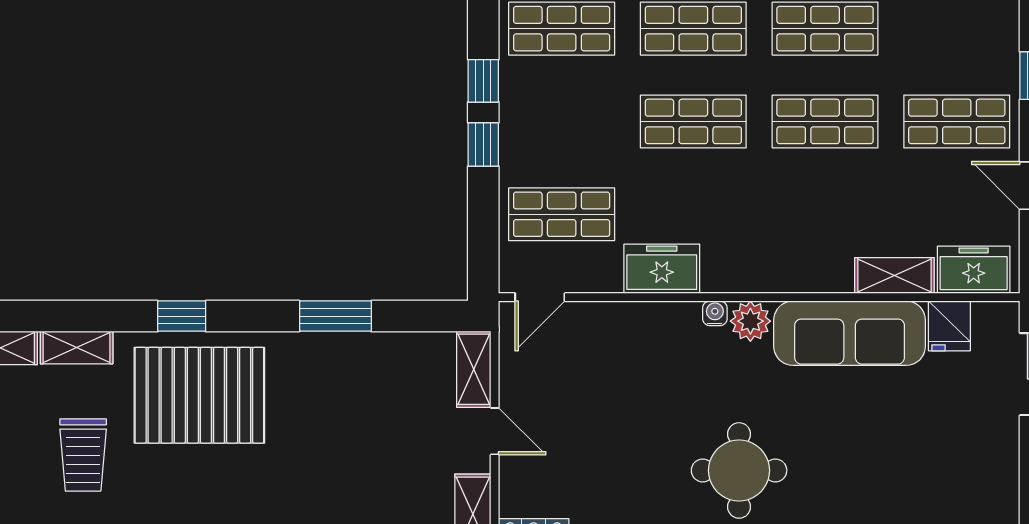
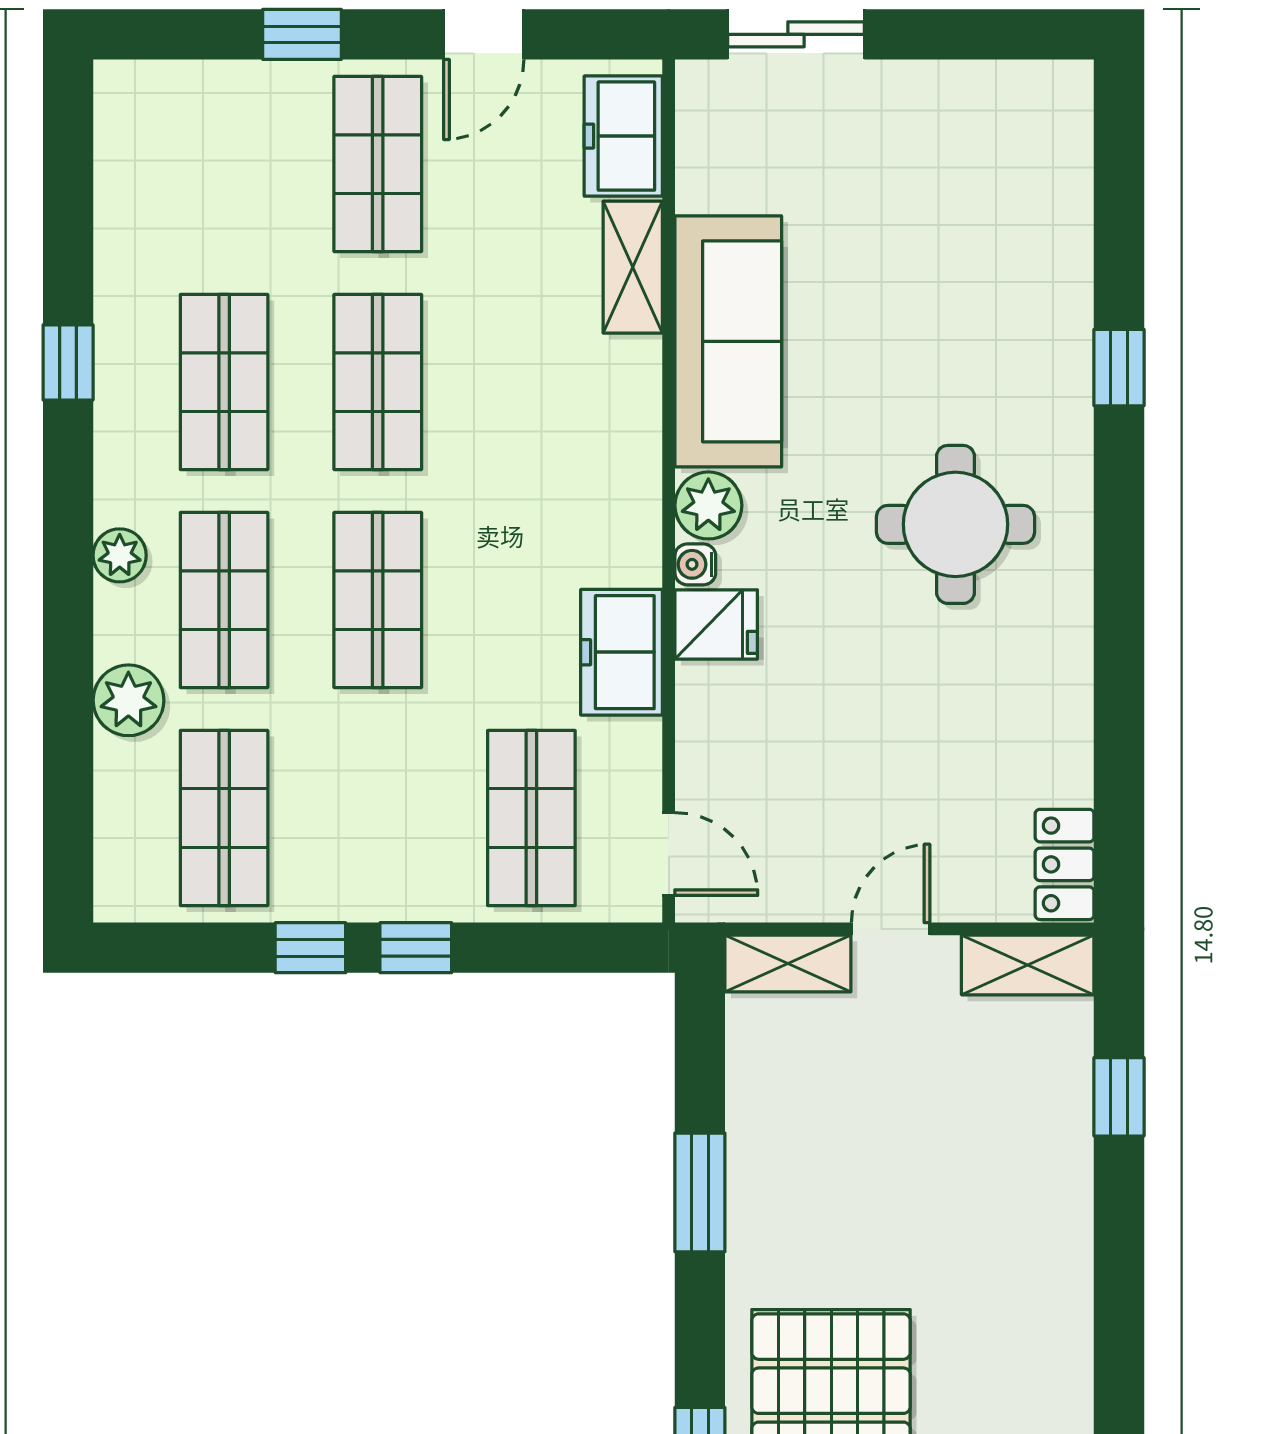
fridge: (949, 326) -> (716, 624), moved

